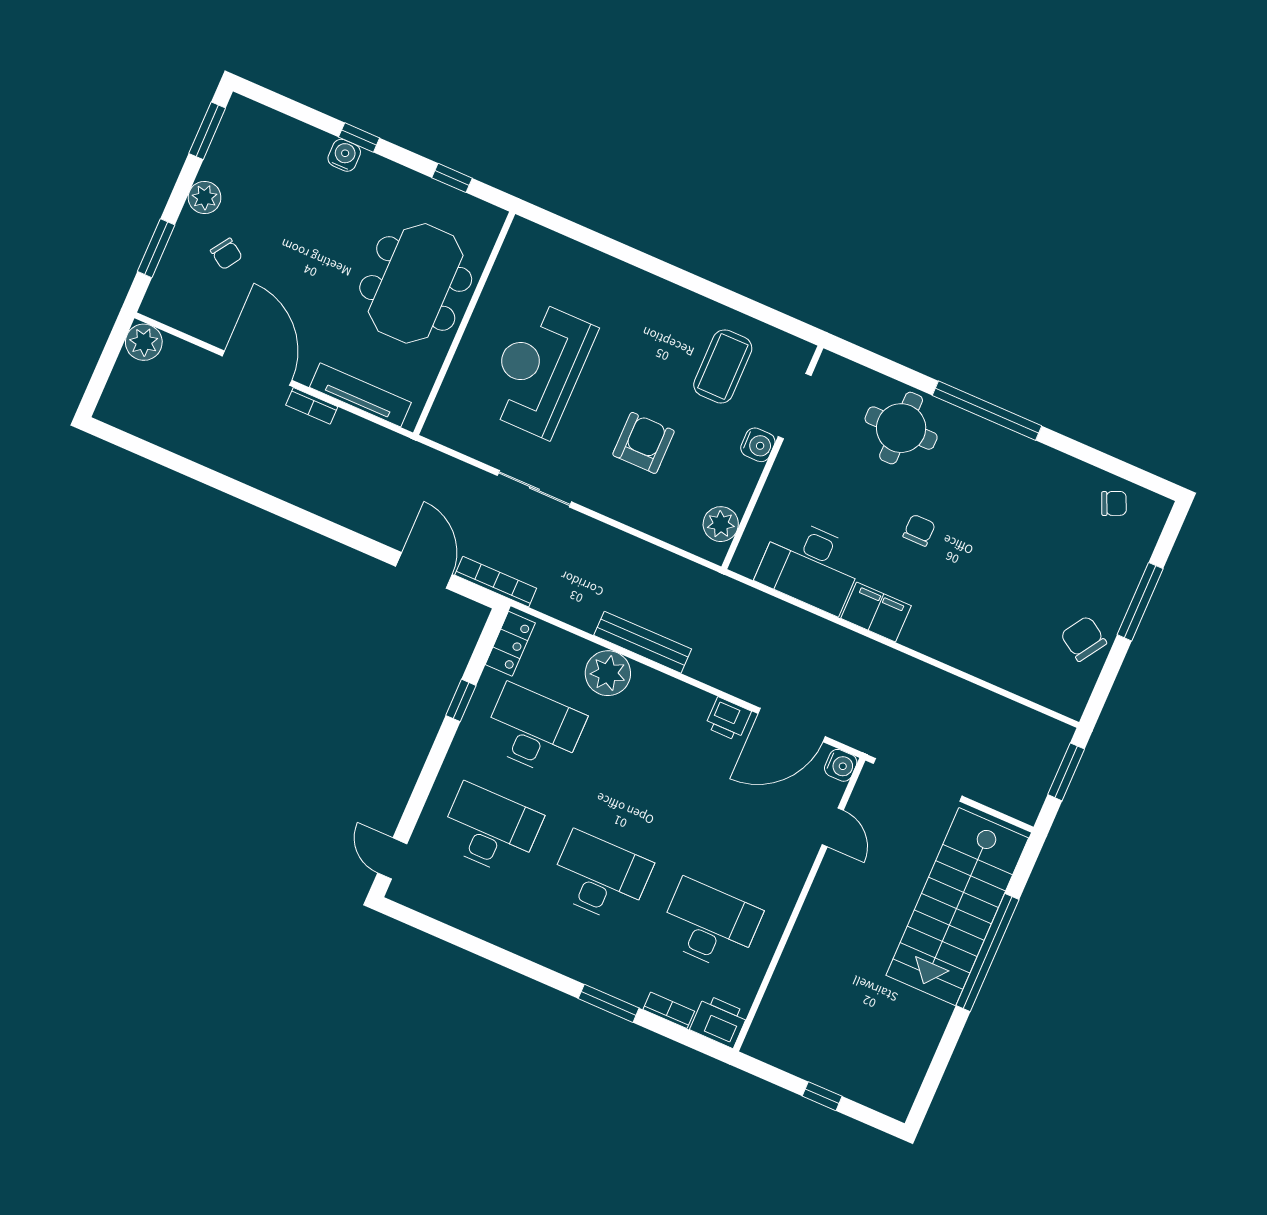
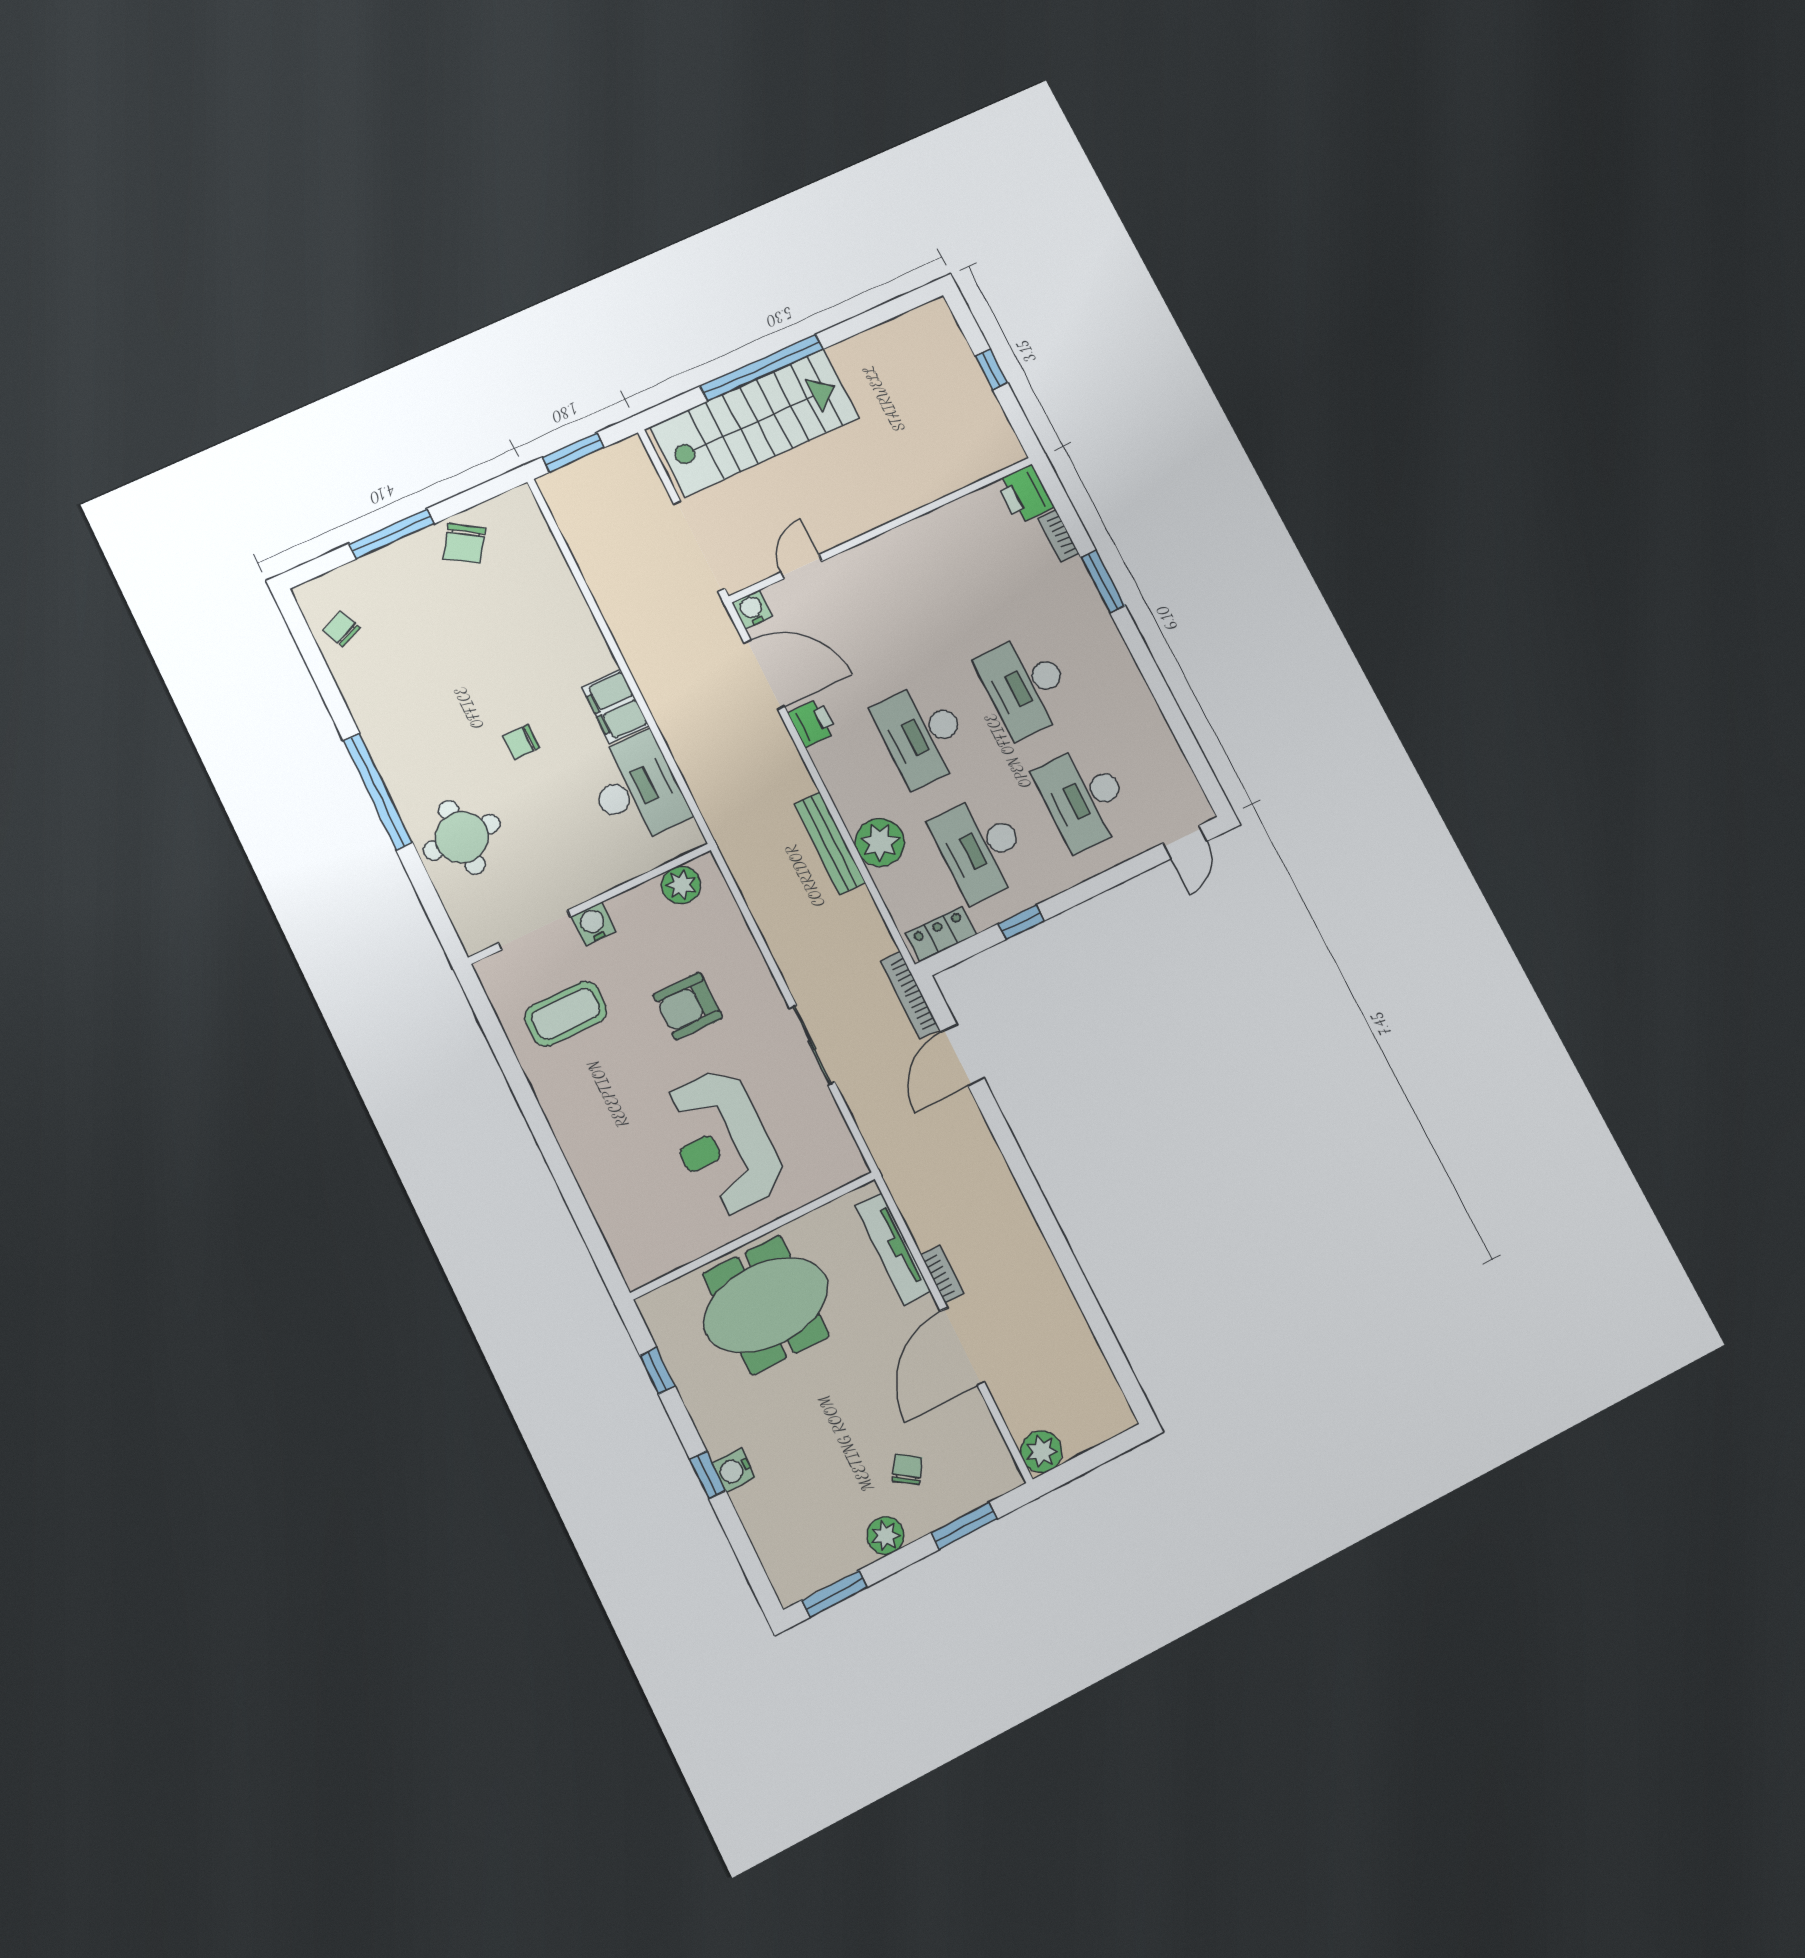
reception desk: (539, 369) -> (723, 1142), turned 90
desk: (710, 925) -> (923, 734), moved

